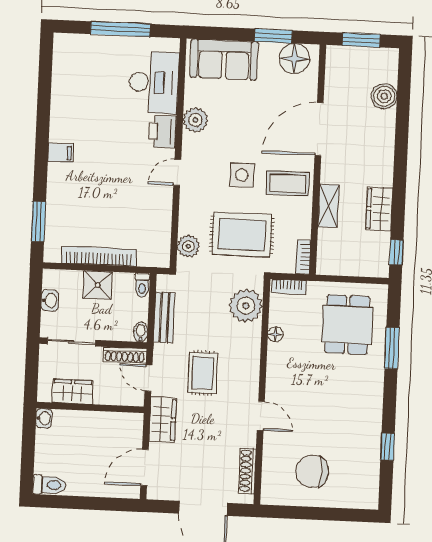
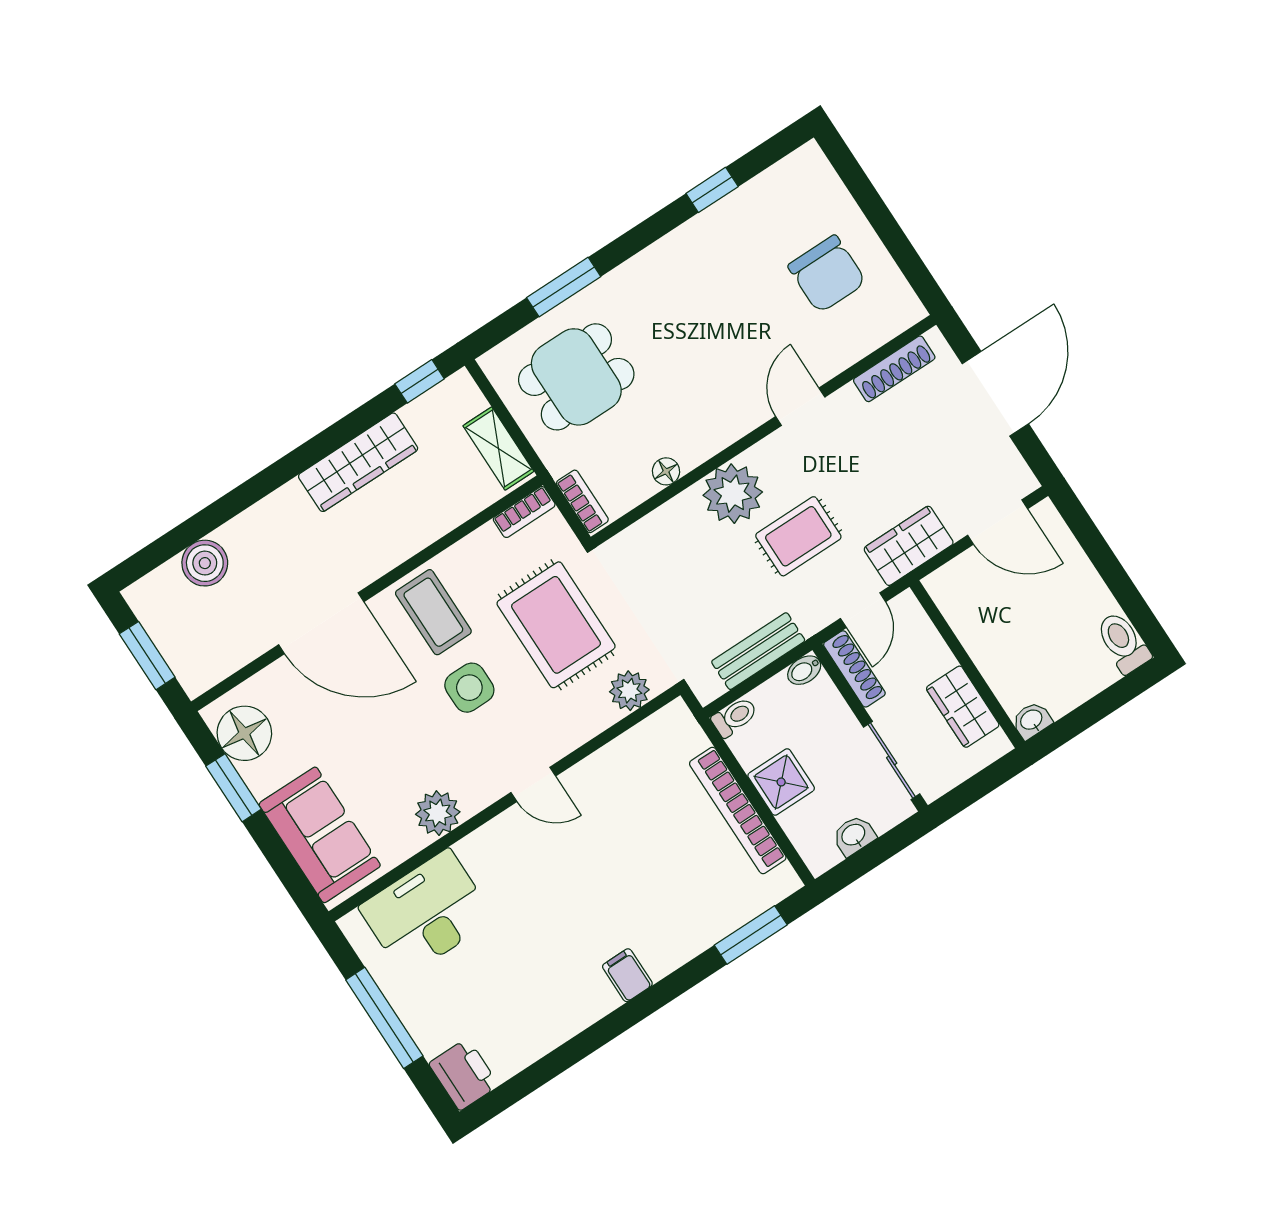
printer: (163, 132) -> (464, 1074), moved, turned -90
shelving: (328, 206) -> (498, 449), moved, turned 90
wardrobe: (379, 209) -> (358, 462), width x1.50
plant: (246, 306) -> (733, 494), moved

